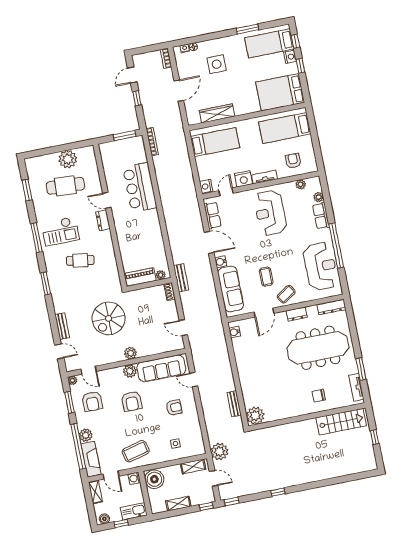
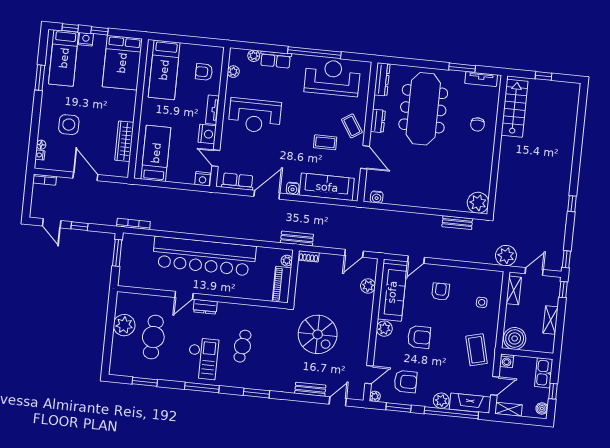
bar counter: (140, 187) -> (204, 256), width x1.86
plant: (131, 353) -> (368, 286), moved

